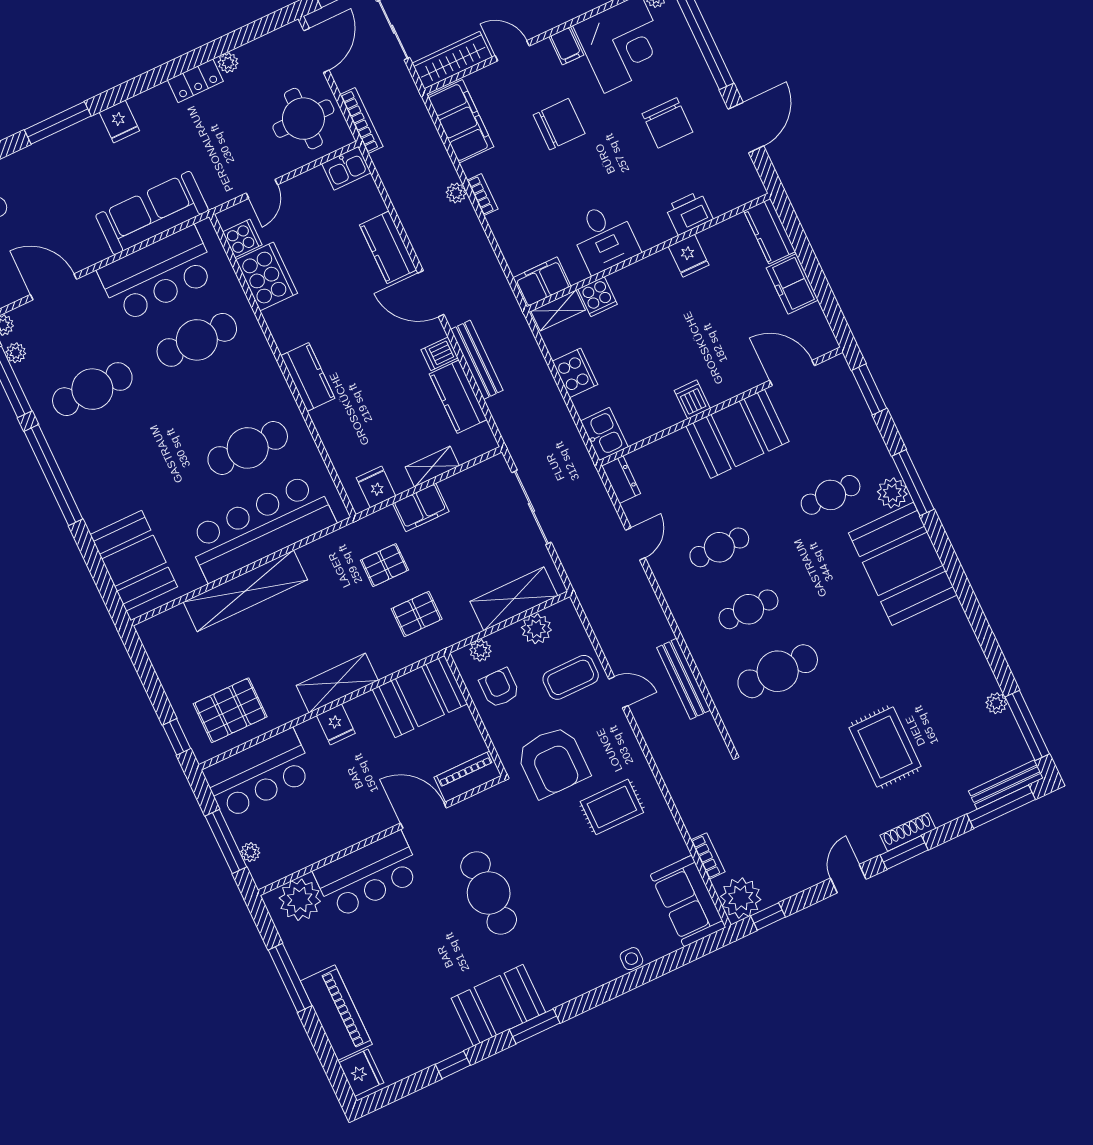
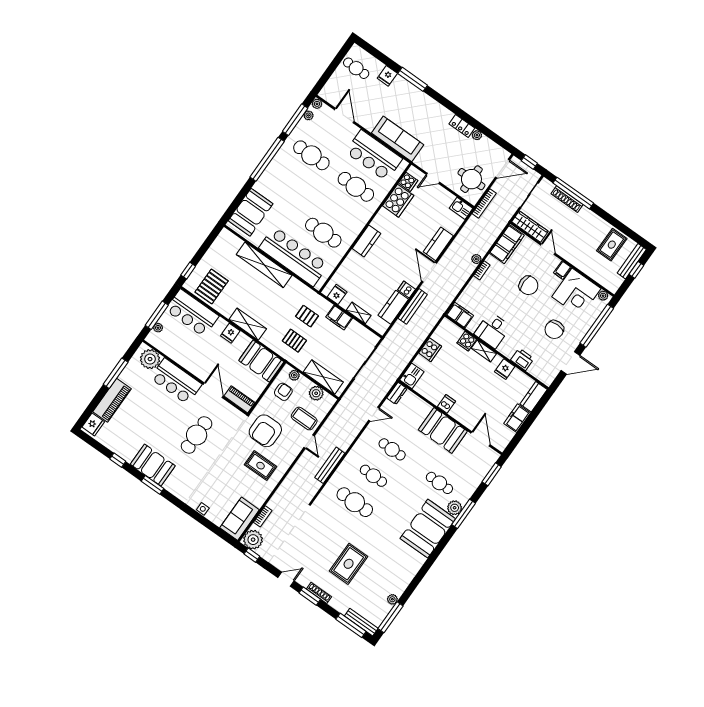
fridge: (119, 121) -> (387, 76), moved
shelving: (558, 311) -> (484, 351), moved
pallet: (230, 710) -> (212, 286), turned 90

